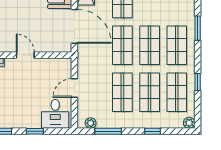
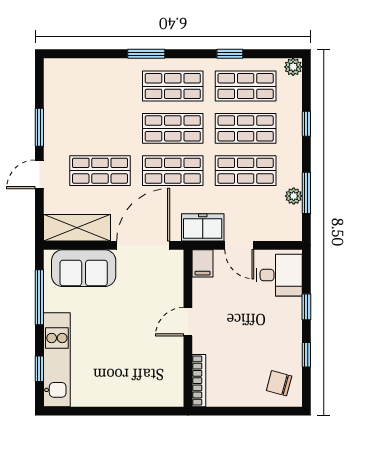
filing cabinet: (63, 64) -> (203, 263), added
freezer: (86, 65) -> (203, 227), added
plant: (91, 123) -> (294, 196), moved

